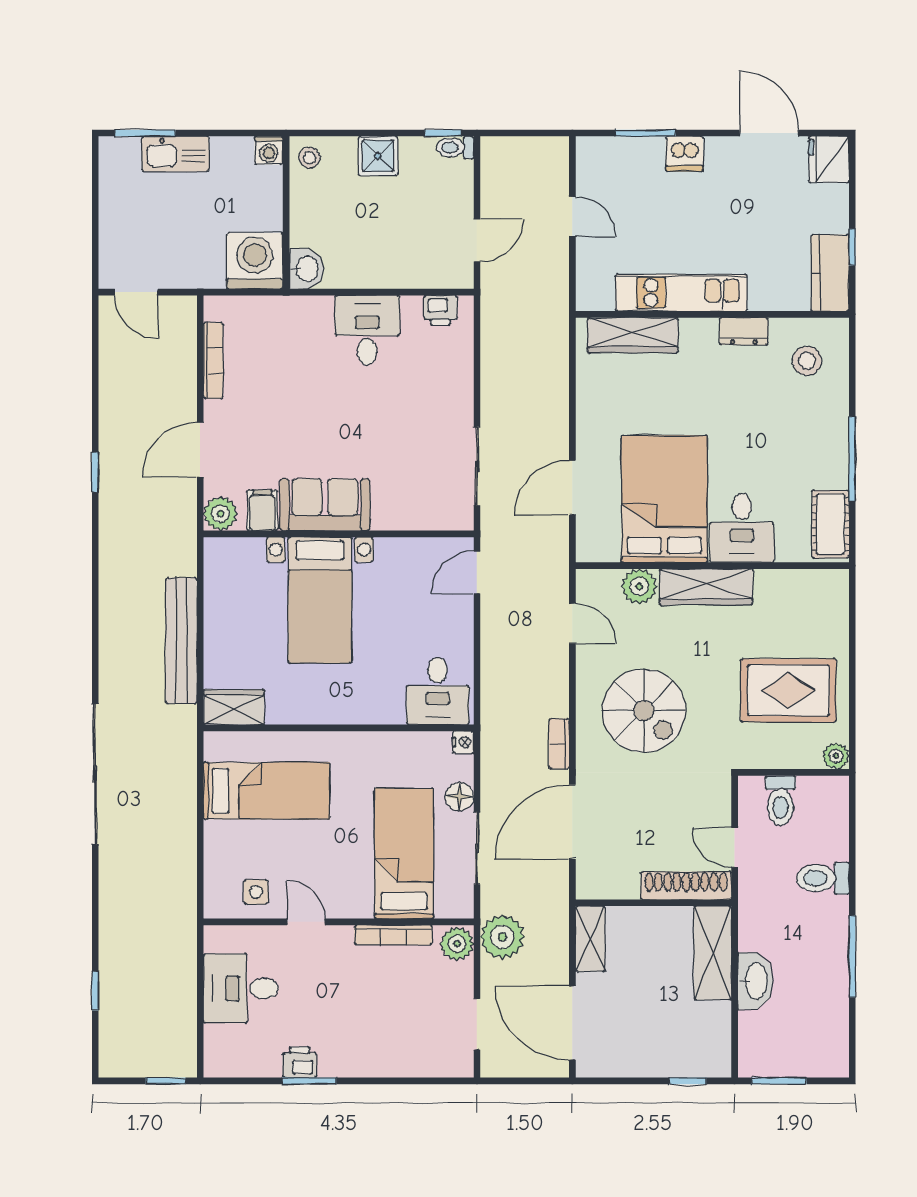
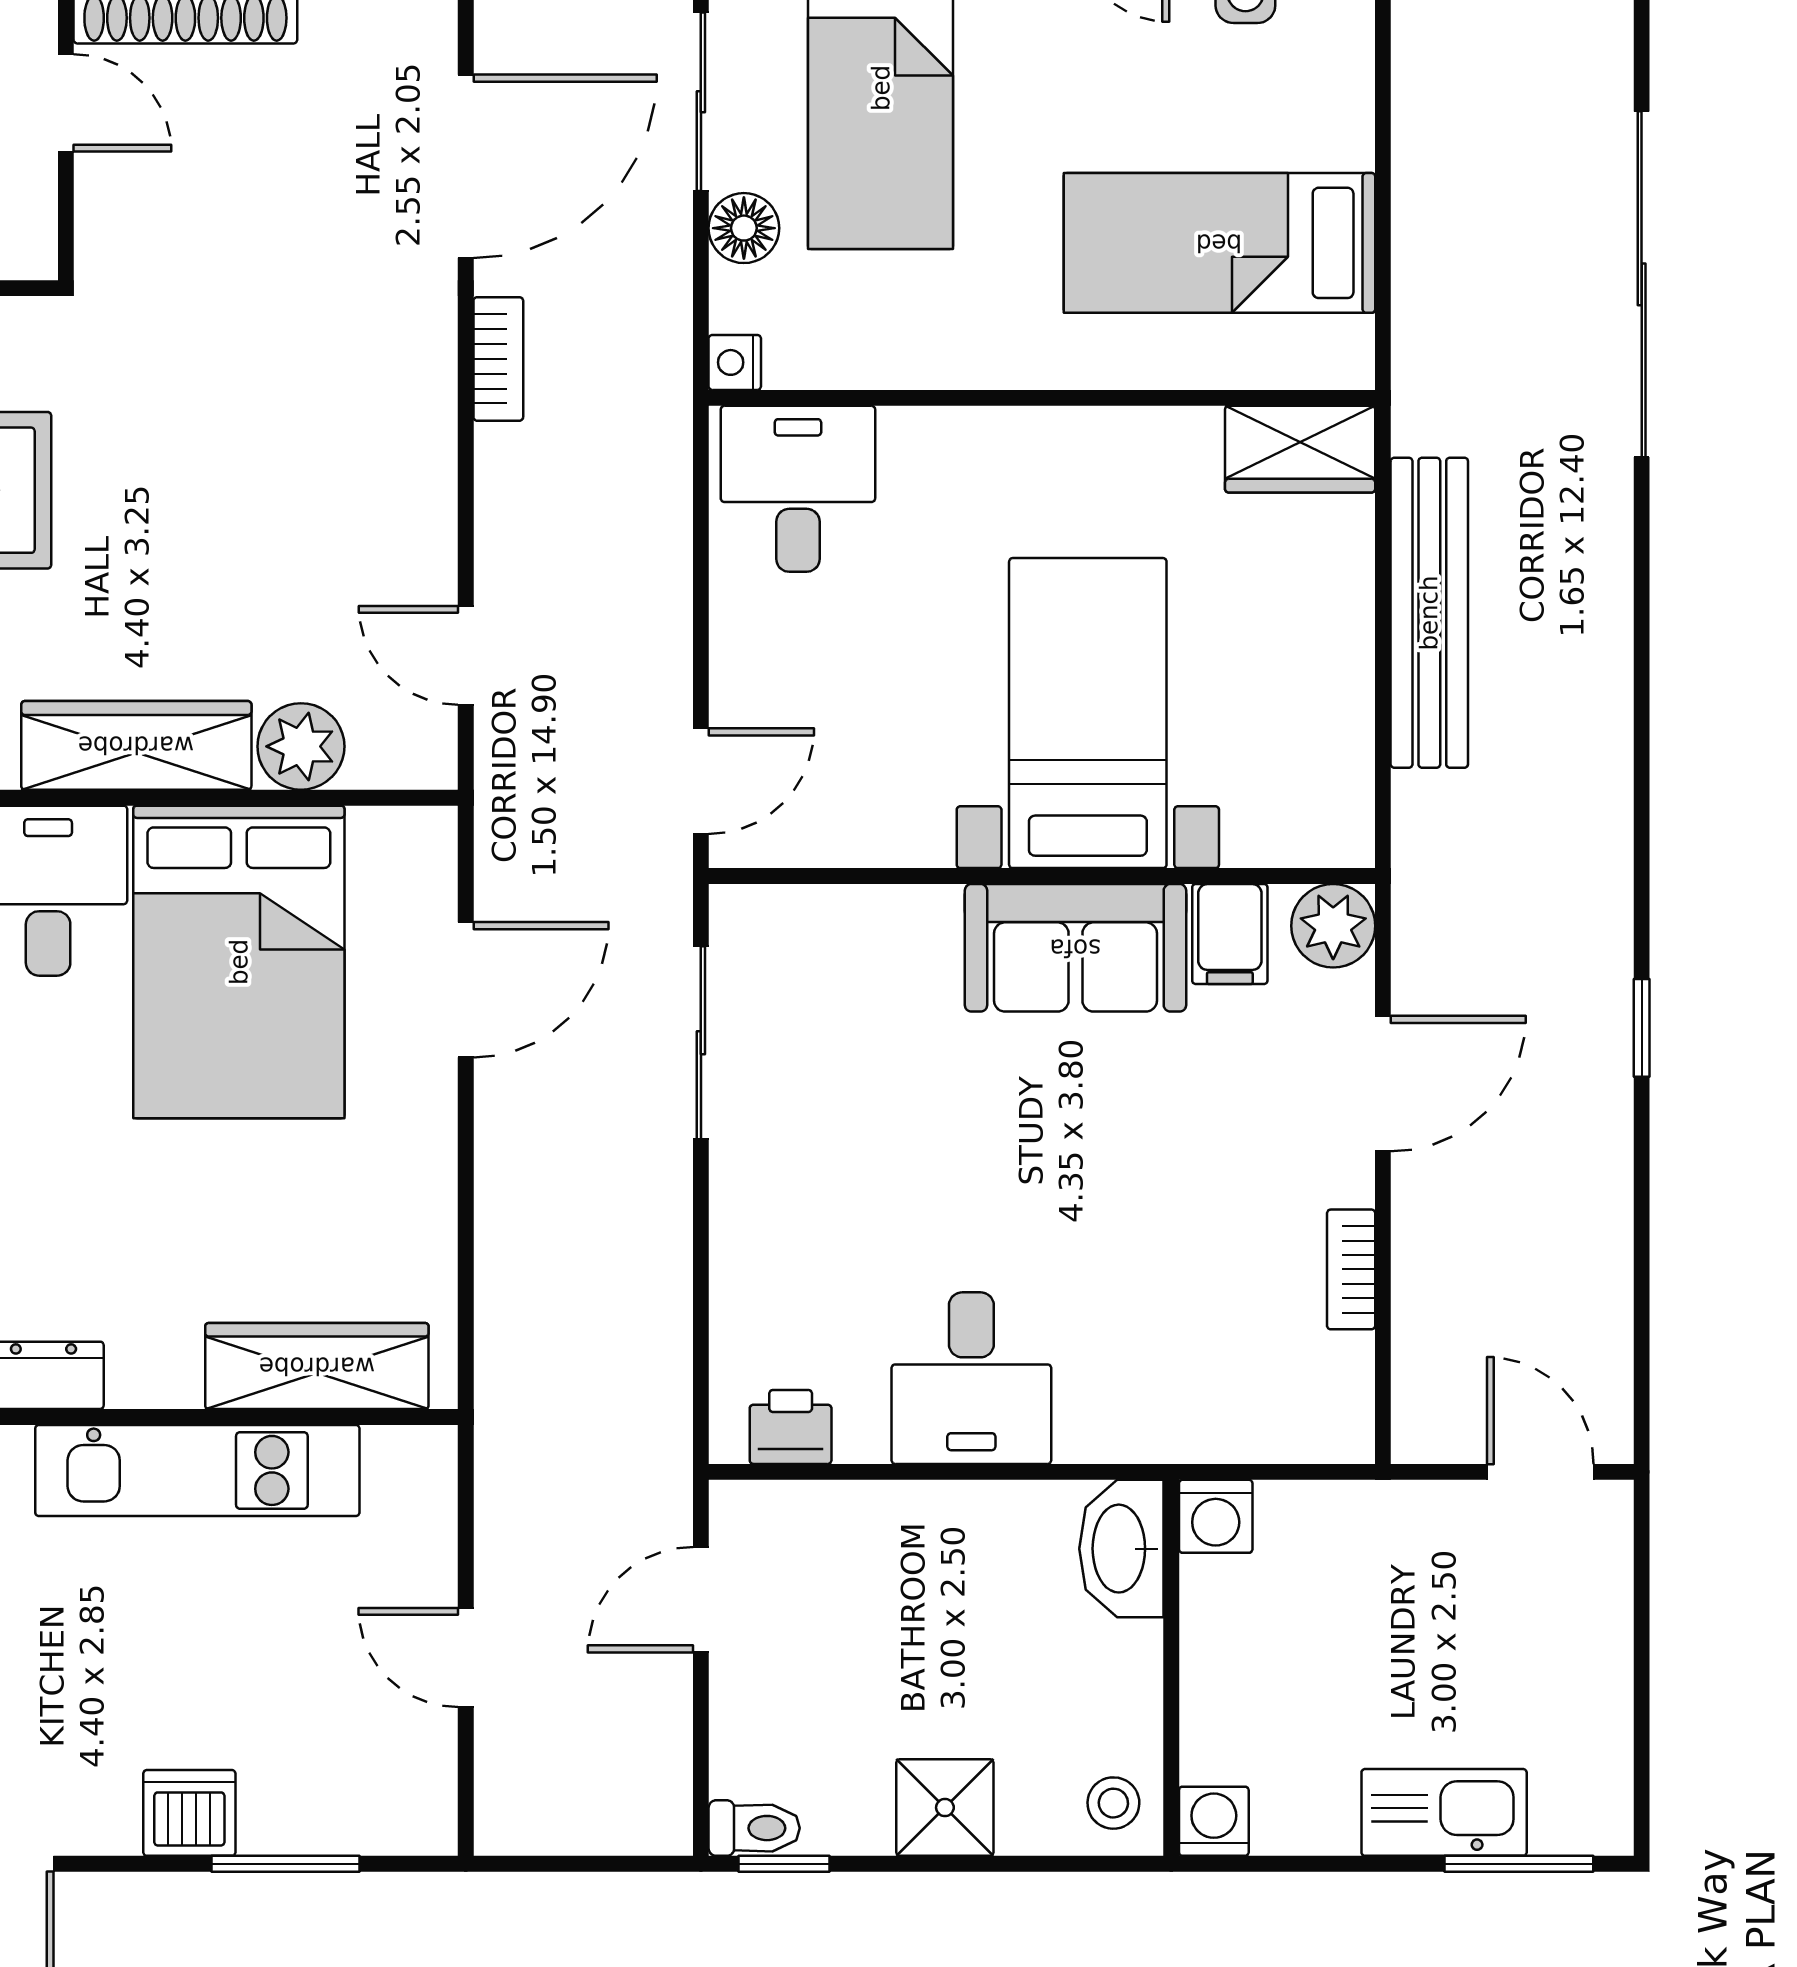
washing machine: (255, 261) -> (1216, 1516), width x0.53, depth x0.53
washbasin: (306, 269) -> (1121, 1549), width x1.38
bookcase: (213, 361) -> (1351, 1269), width x0.64
spiral stairs: (644, 711) -> (290, 440), removed

